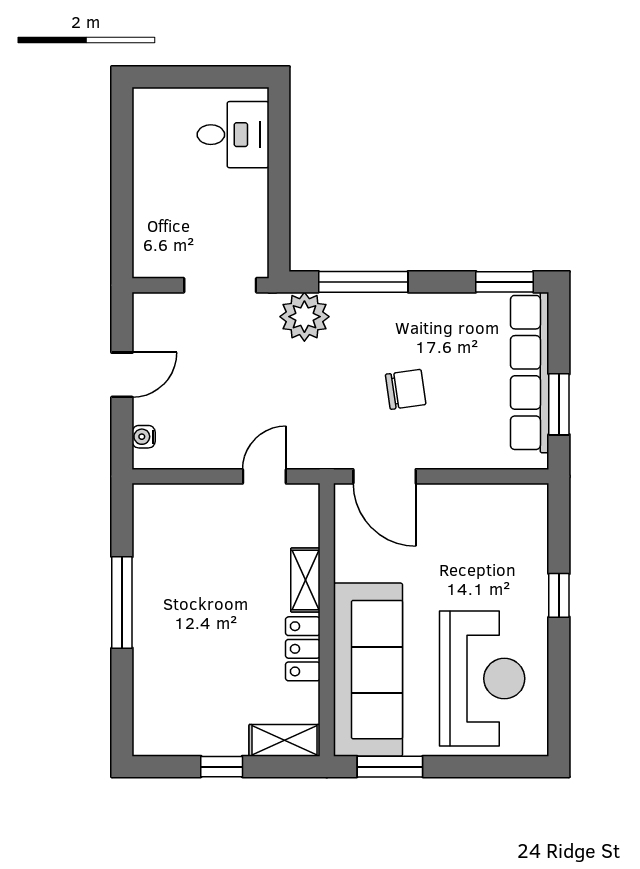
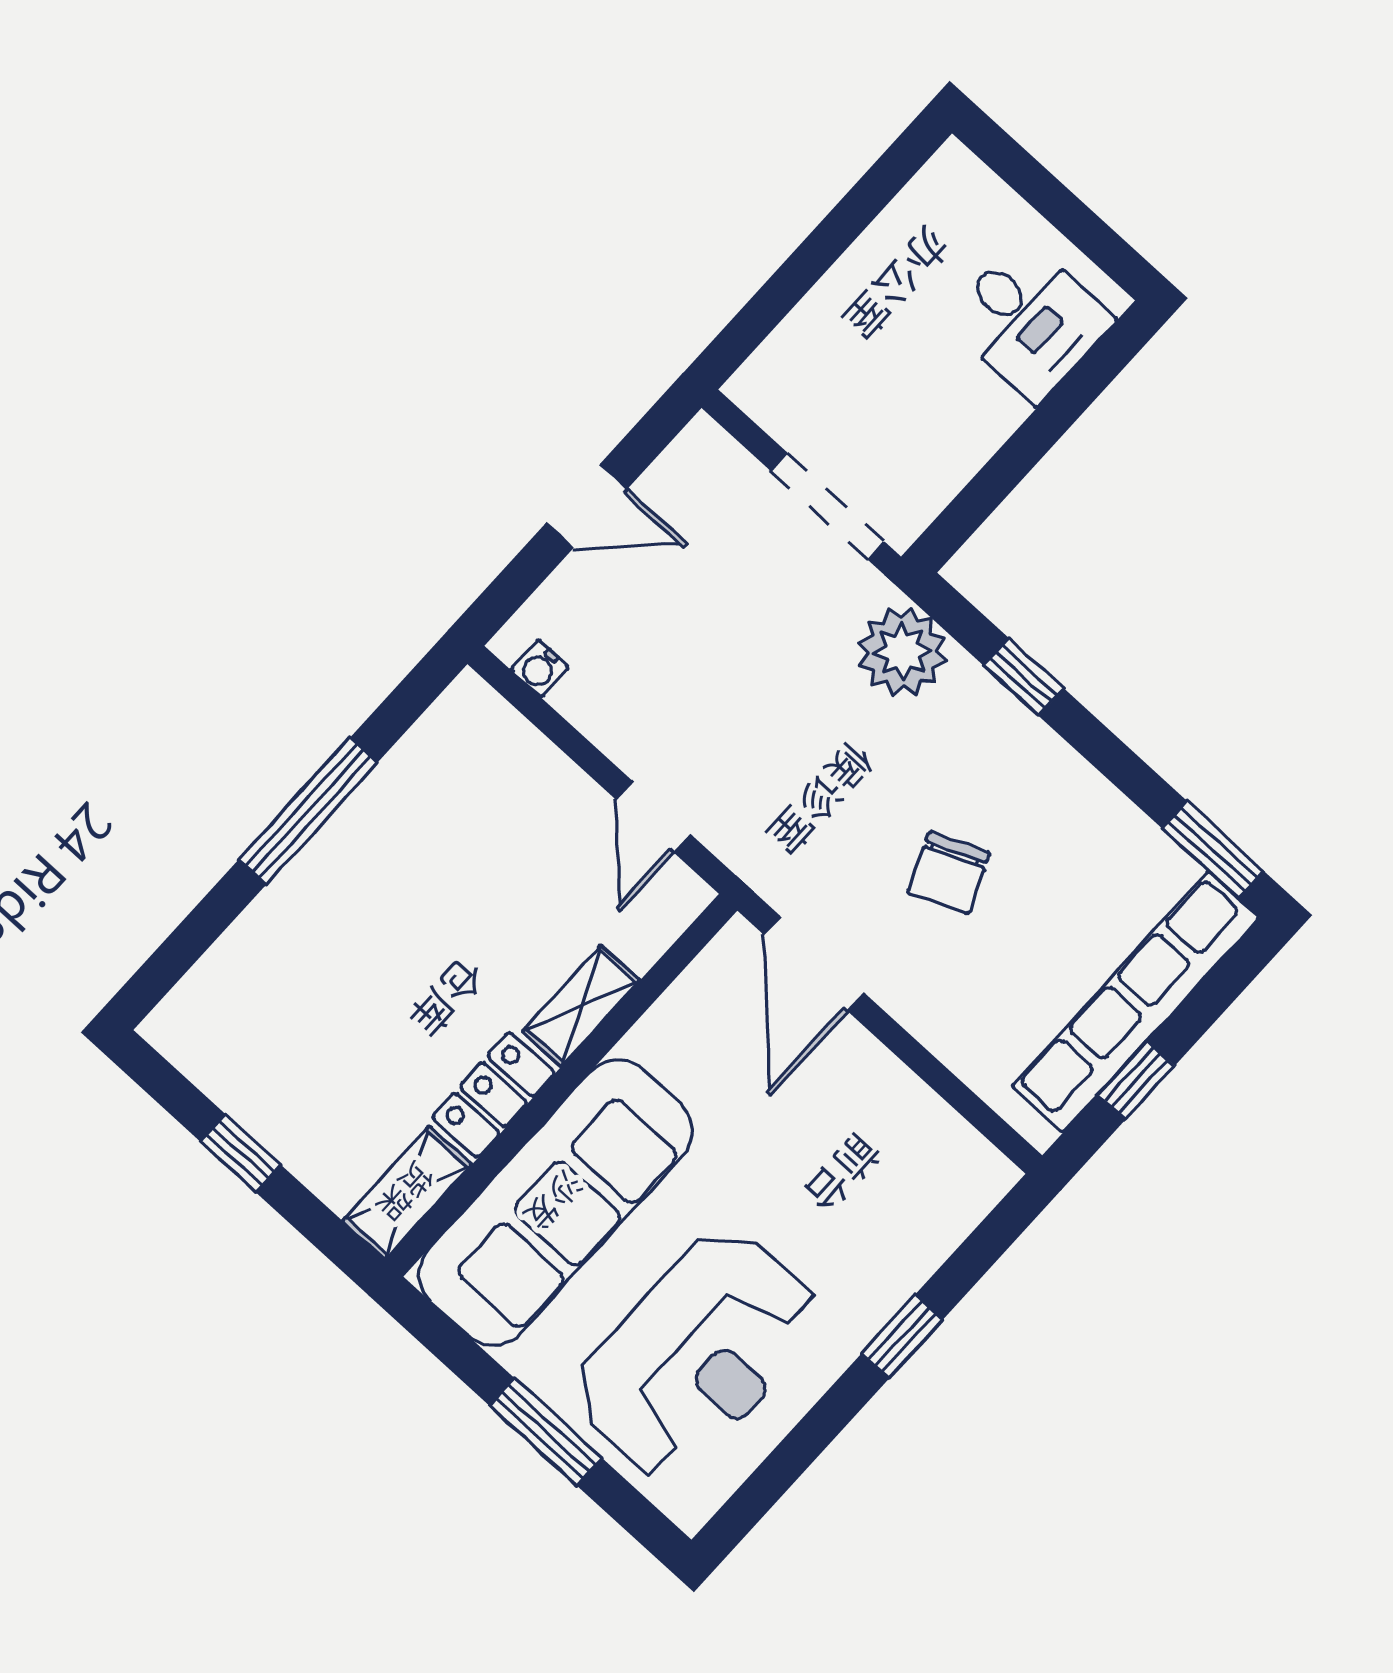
window: (363, 282) -> (1024, 677), width x0.46
chair: (406, 389) -> (949, 873), turned 75
window: (559, 404) -> (1136, 1080), width x0.67
water cooler: (144, 437) -> (540, 668), moved, turned -90
door: (264, 476) -> (653, 817), swing flipped
shelving: (285, 740) -> (407, 1193), moved, turned 90
window: (390, 767) -> (546, 1432), moved

